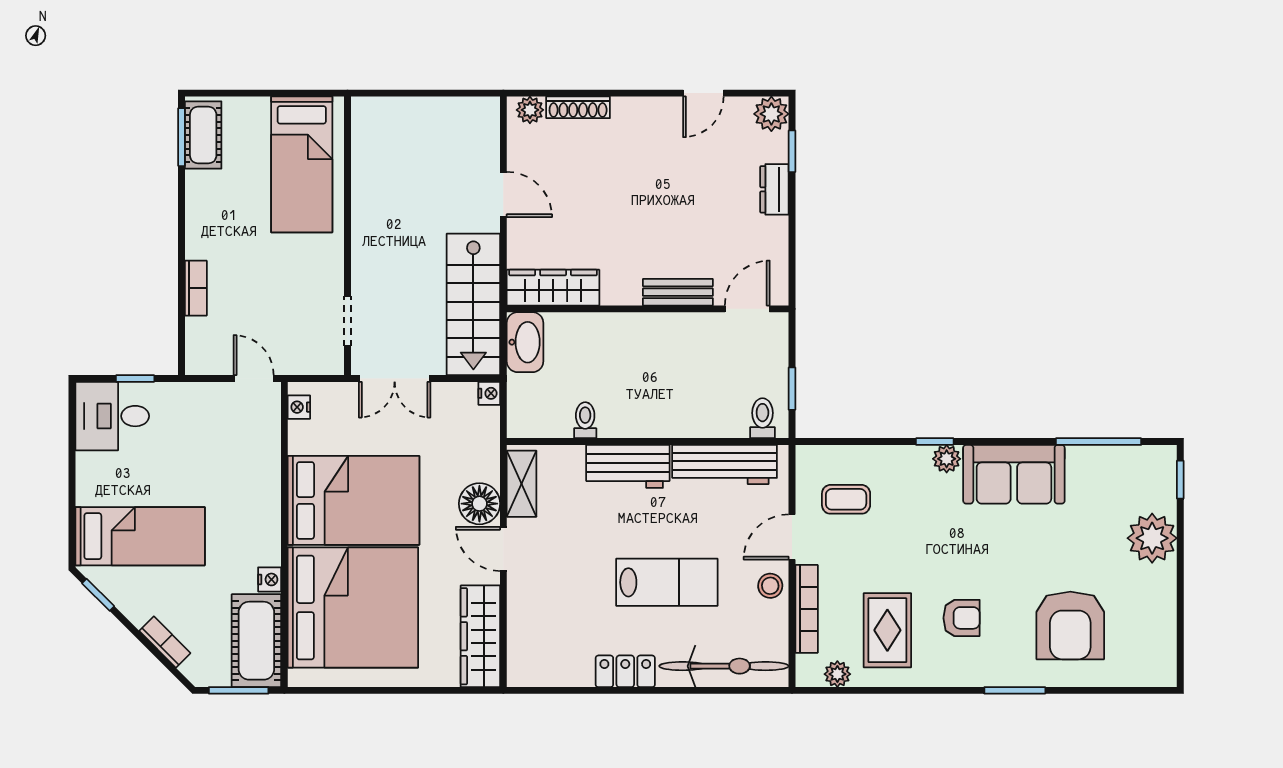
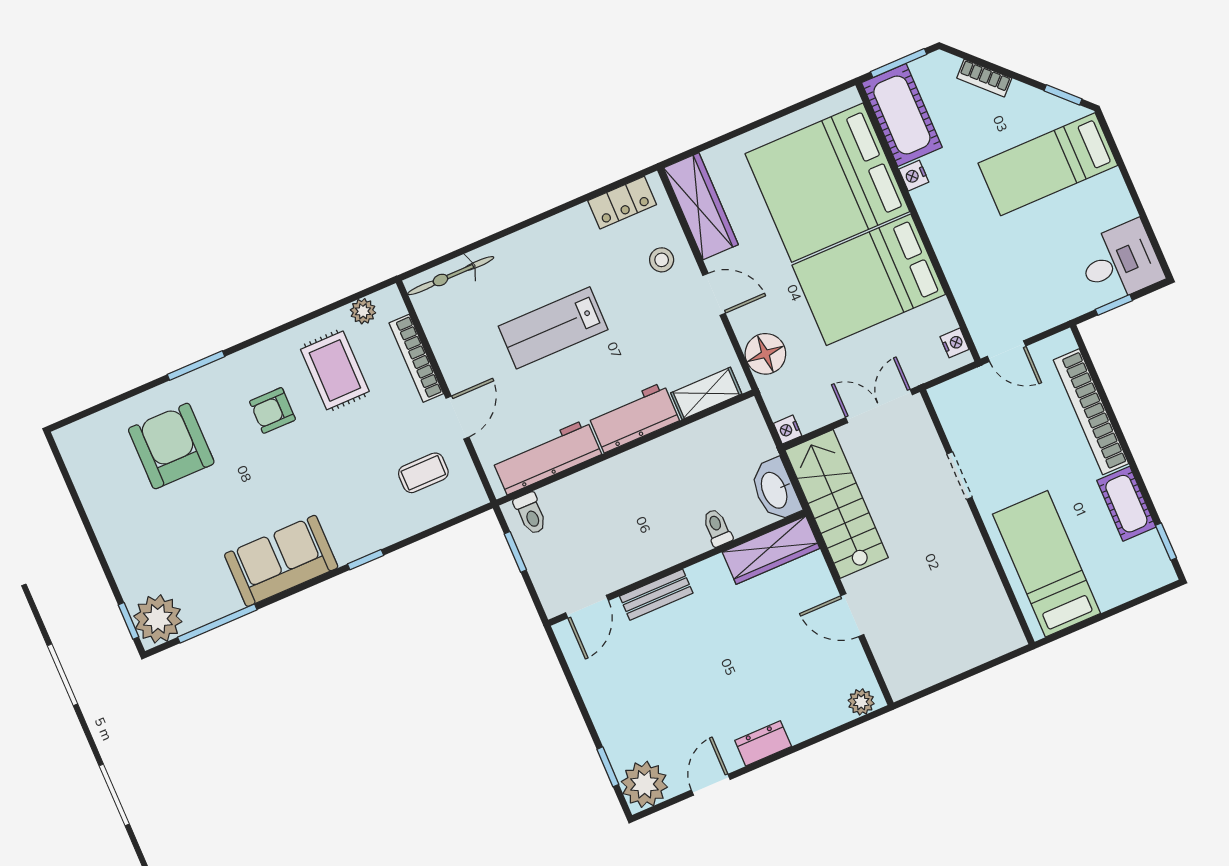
shoe rack: (578, 107) -> (819, 723), removed
plant: (771, 114) -> (644, 784), width x1.36, depth x1.36
cot: (203, 135) -> (1126, 504), moved
window: (182, 137) -> (1166, 542), width x0.67
dresser: (774, 189) -> (763, 743), moved, turned -90
bookcase: (196, 288) -> (1091, 412), width x2.31, depth x1.31
doorway: (347, 321) -> (960, 476), moved
toilet: (585, 420) -> (717, 528), moved, turned 180
plant: (947, 459) -> (348, 549), removed
shelving: (522, 484) -> (706, 393), moved, turned 90
floor lamp: (479, 504) -> (765, 354), moved
plant: (1152, 538) -> (158, 619), moved
stool: (770, 586) -> (662, 260), moved
bicycle: (724, 666) -> (451, 276), width x0.73, depth x0.71
locker: (625, 671) -> (622, 203), moved

